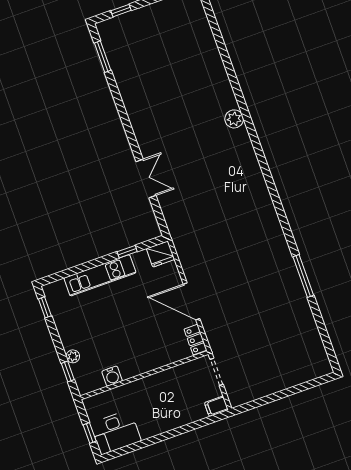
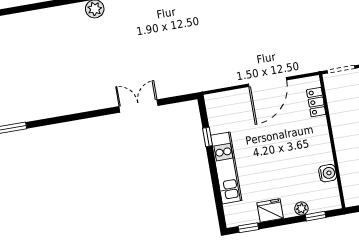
fridge: (160, 254) -> (270, 210), moved, turned -90
locker: (195, 340) -> (316, 102), moved, turned 90

